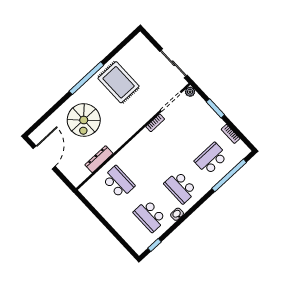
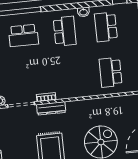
dresser: (99, 159) -> (51, 108), moved
school desk: (150, 216) -> (106, 27), turned 180

